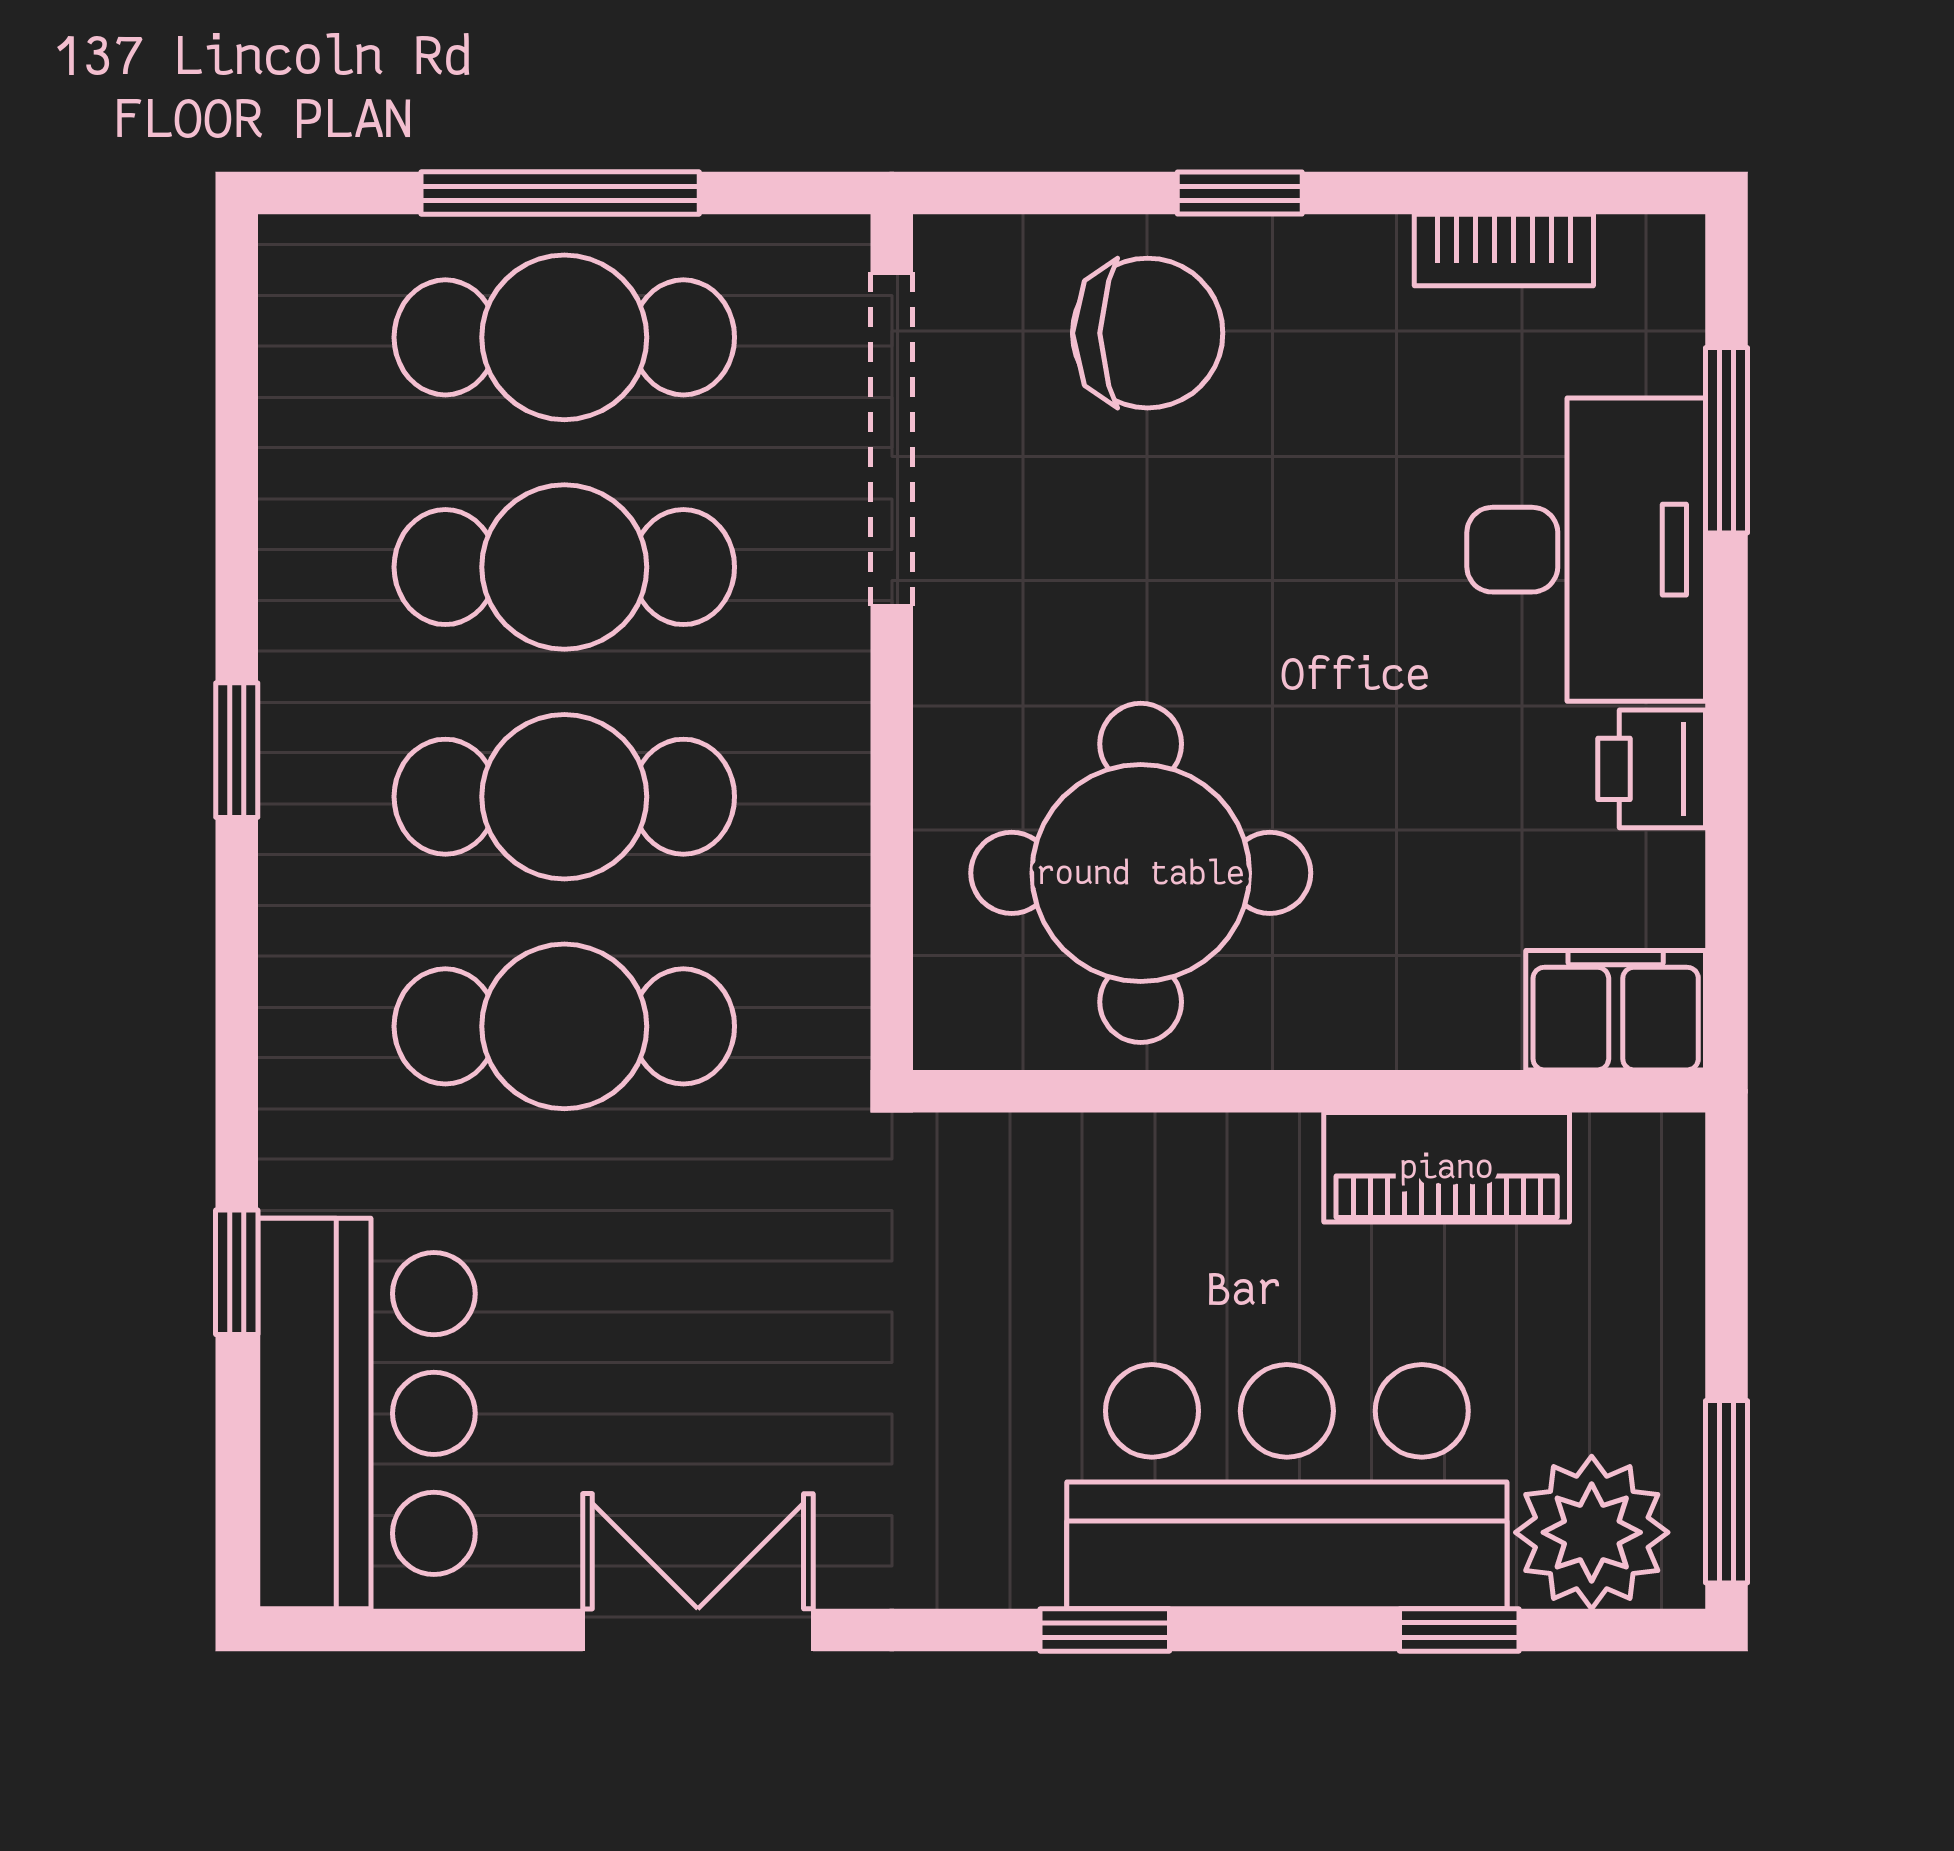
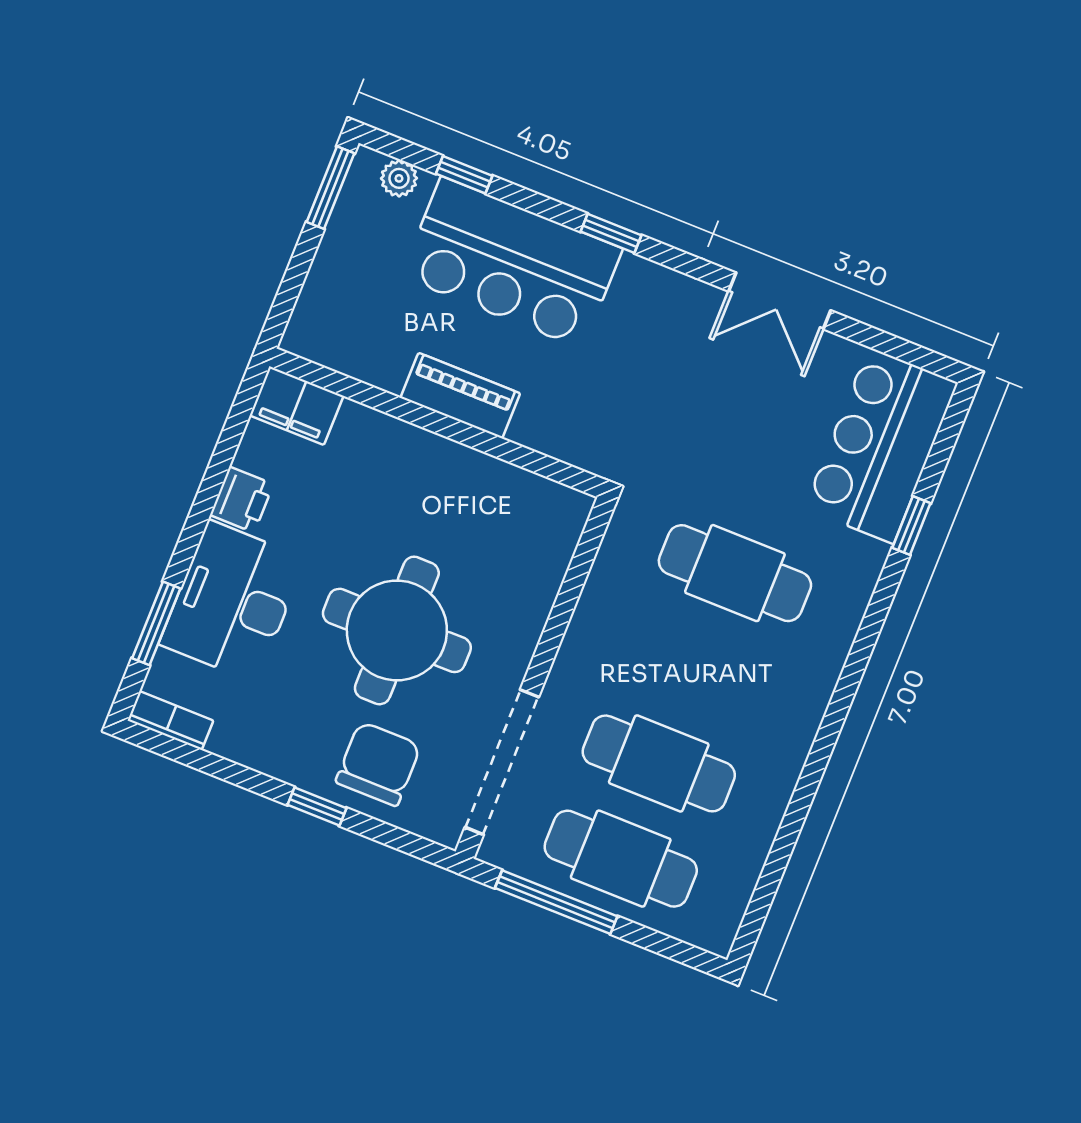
window: (560, 193) -> (556, 902), moved
bookcase: (1504, 250) -> (171, 721), moved
chair: (1148, 333) -> (378, 764), turned 90
window: (237, 750) -> (825, 742), removed
cafe table: (564, 797) -> (697, 668), removed
round table: (1141, 873) -> (397, 630), moved
piano: (1447, 1167) -> (460, 396), moved
plant: (1592, 1532) -> (399, 178), width x0.53, depth x0.53

